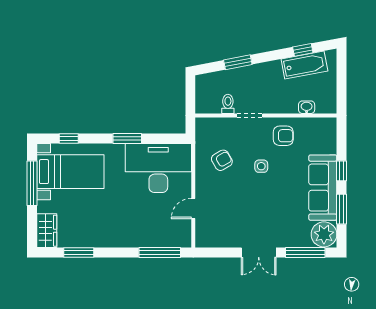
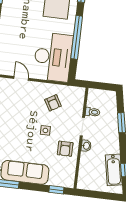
washbasin: (307, 107) -> (86, 146), moved
window: (127, 138) -> (77, 37), width x2.11
window: (342, 171) -> (56, 190), moved

